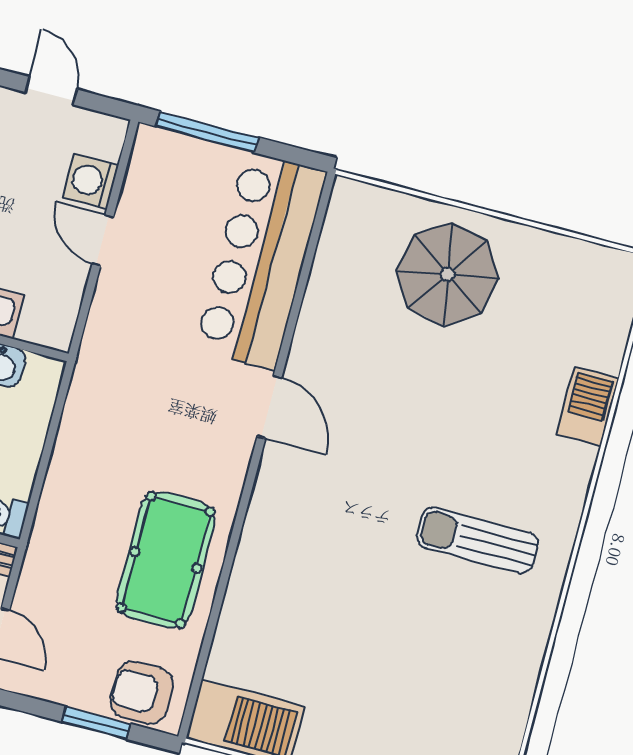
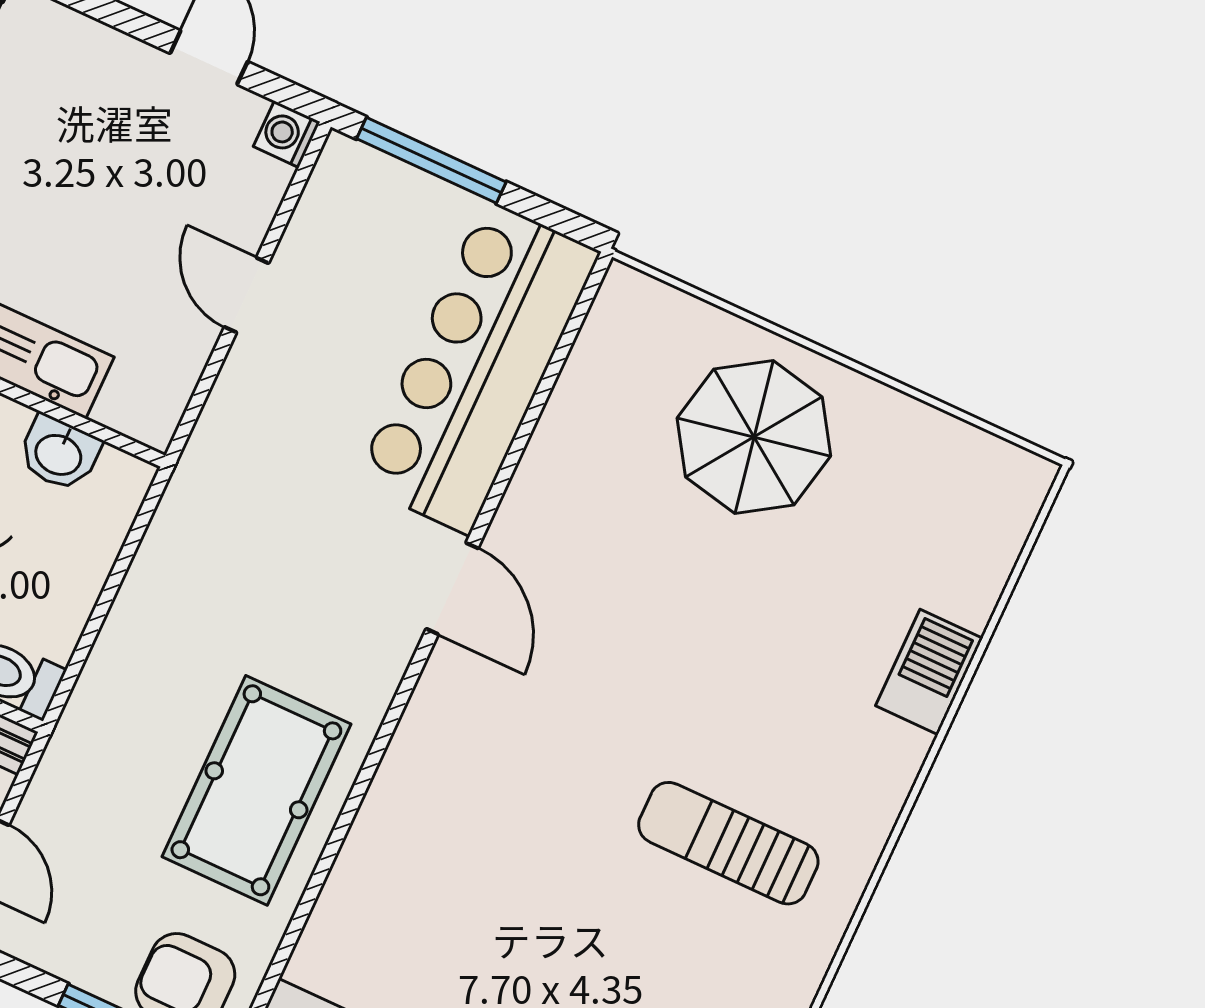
washing machine: (91, 181) -> (287, 134), moved, width x0.73, depth x0.73

